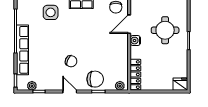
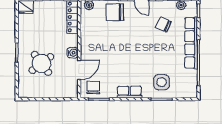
round table: (165, 30) -> (41, 63), turned -37
chair: (71, 61) -> (163, 25), moved

